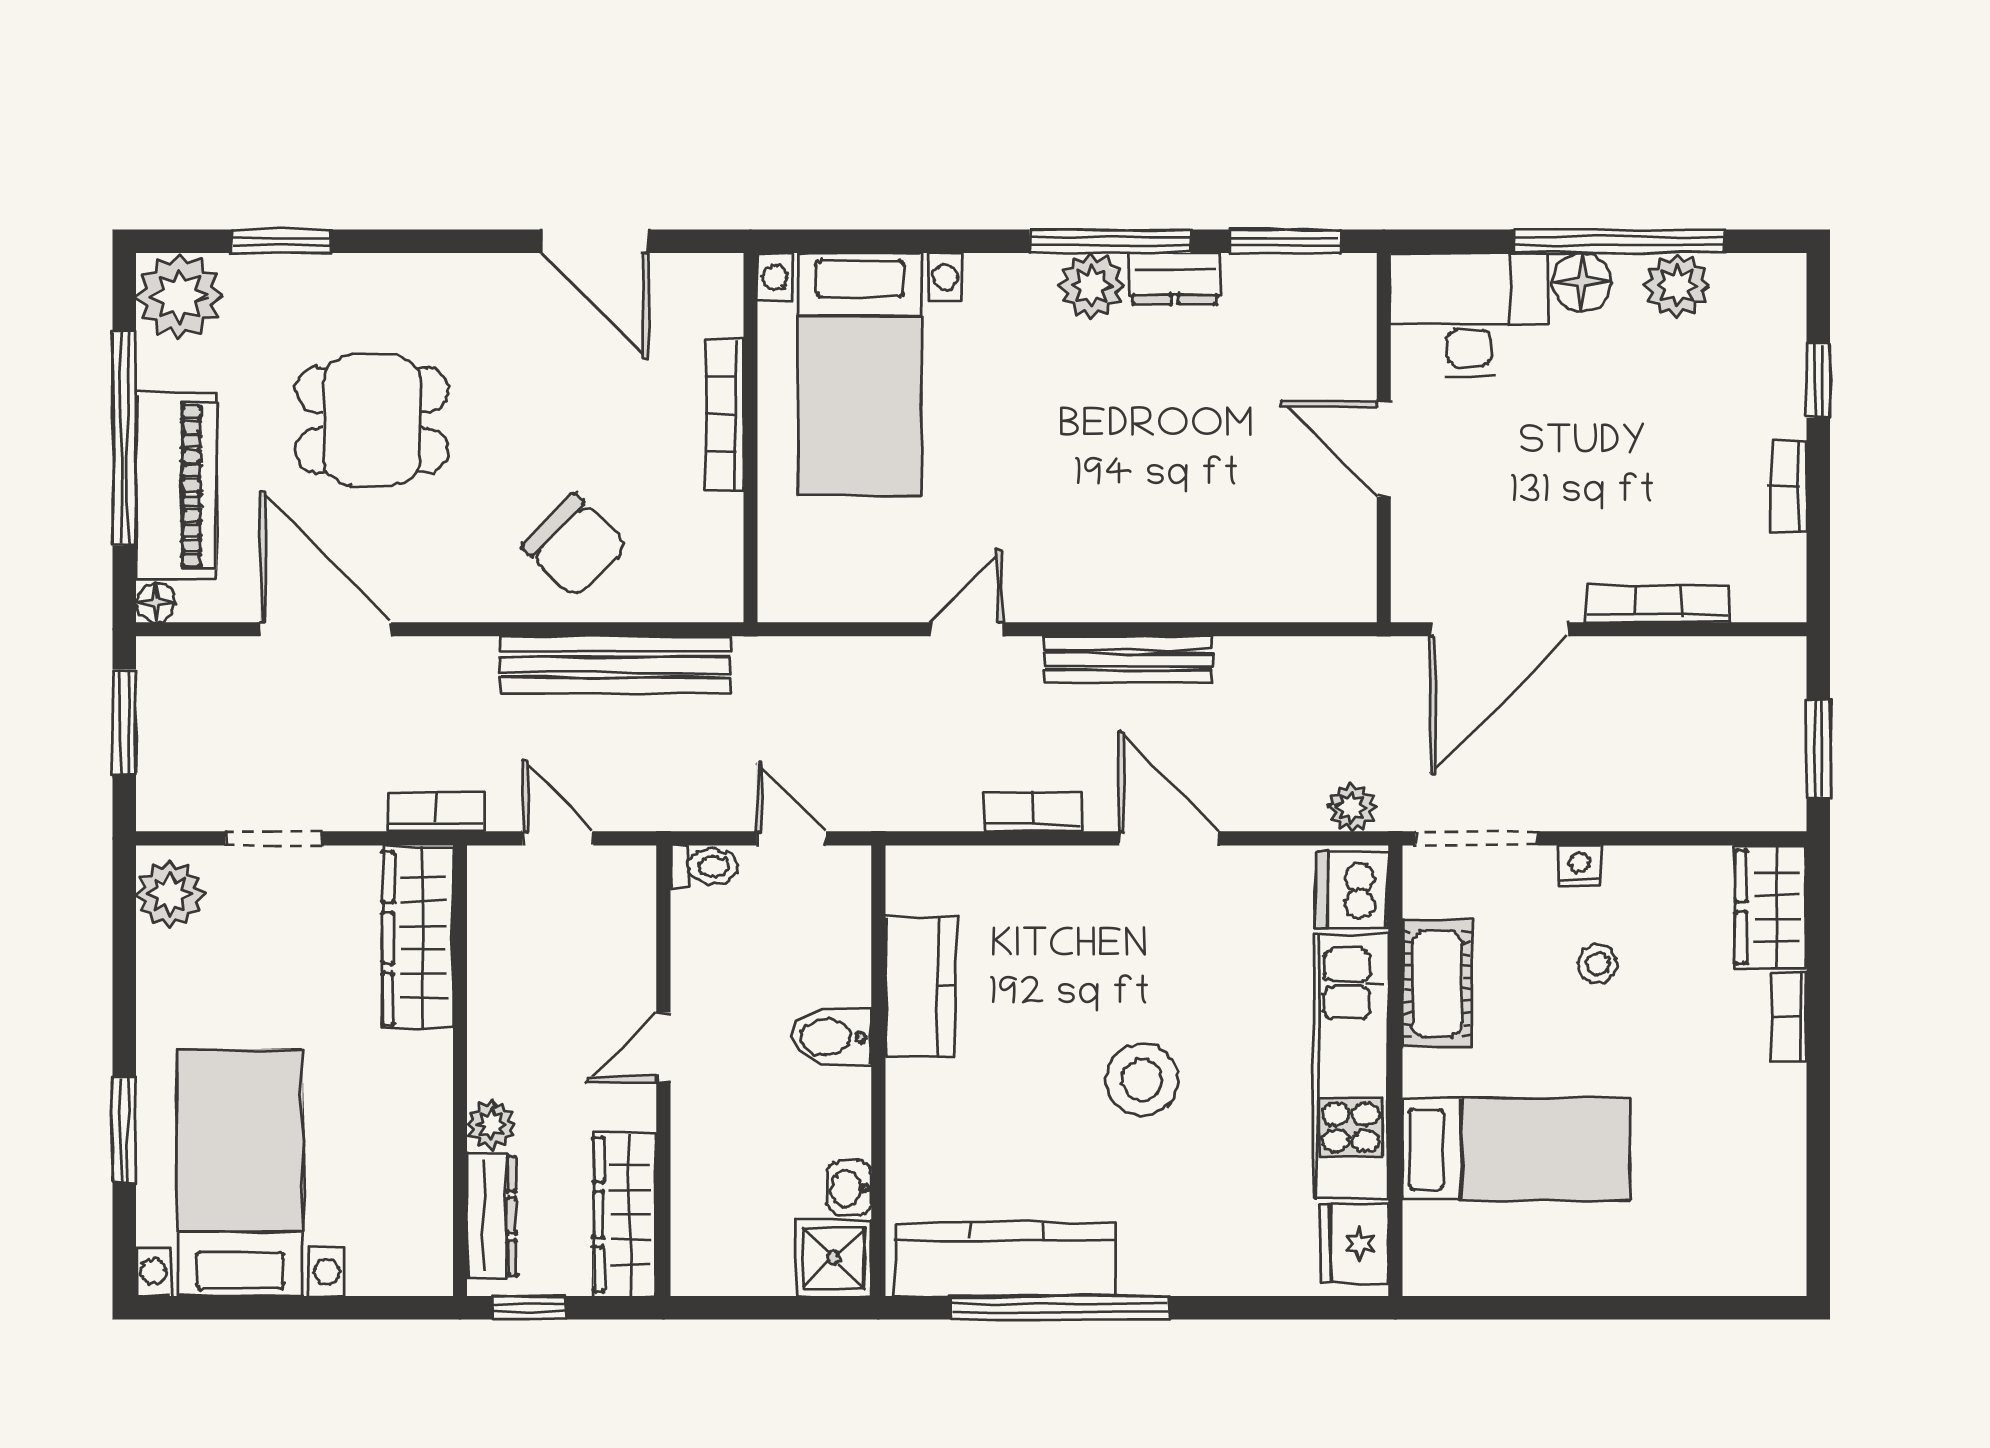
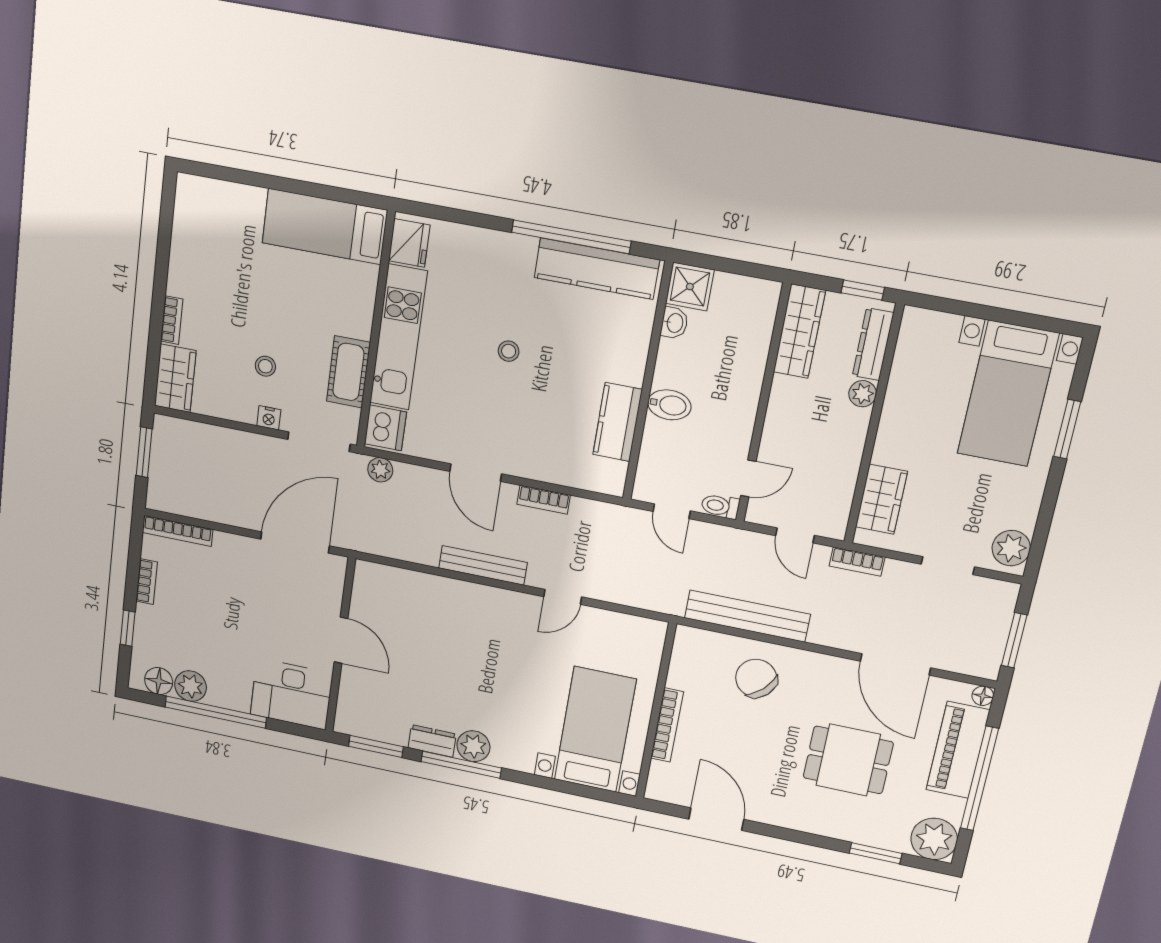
floor lamp: (1582, 282) -> (159, 681), moved
bookcase: (1658, 604) -> (178, 531), moved
wardrobe: (418, 938) -> (881, 499), width x0.67
door: (663, 1047) -> (748, 478), moved
stool: (1142, 1080) -> (509, 351), width x0.53, depth x0.53
bed: (1516, 1149) -> (325, 227), moved

